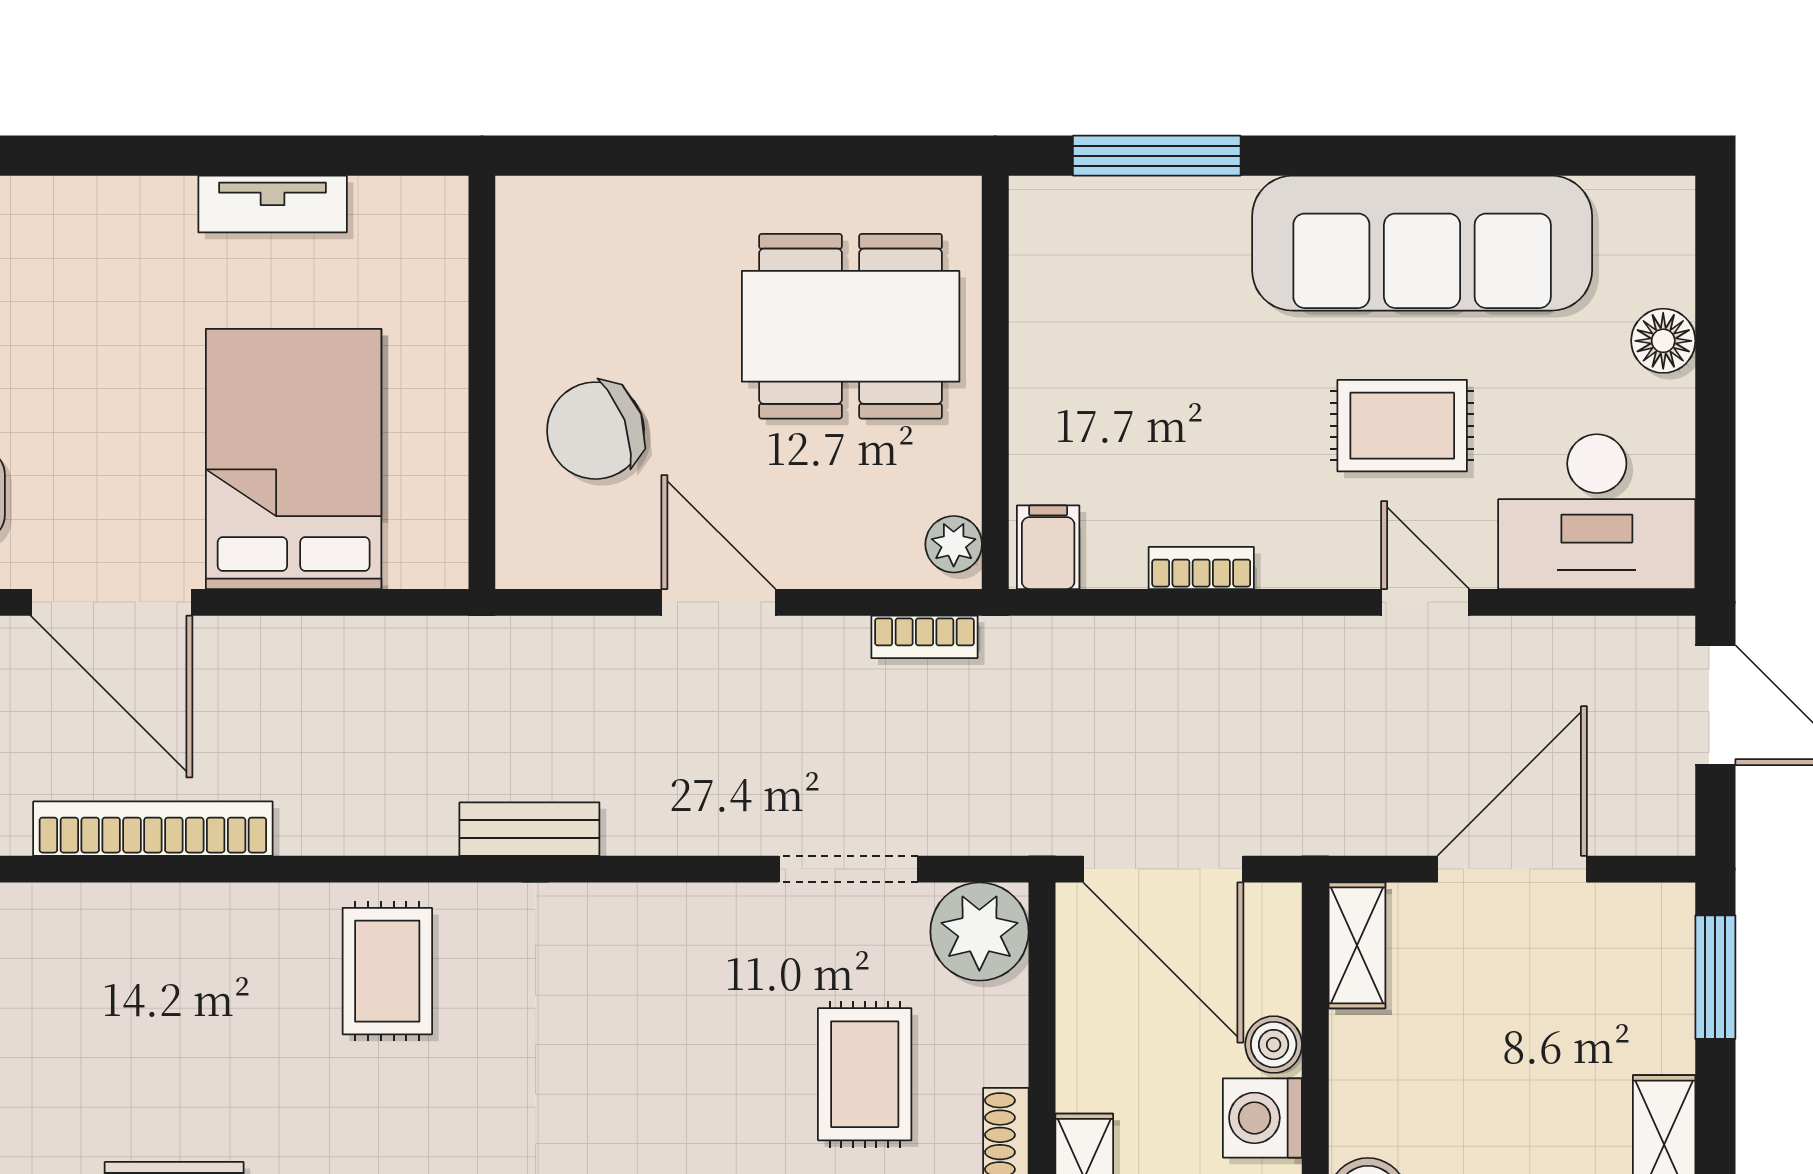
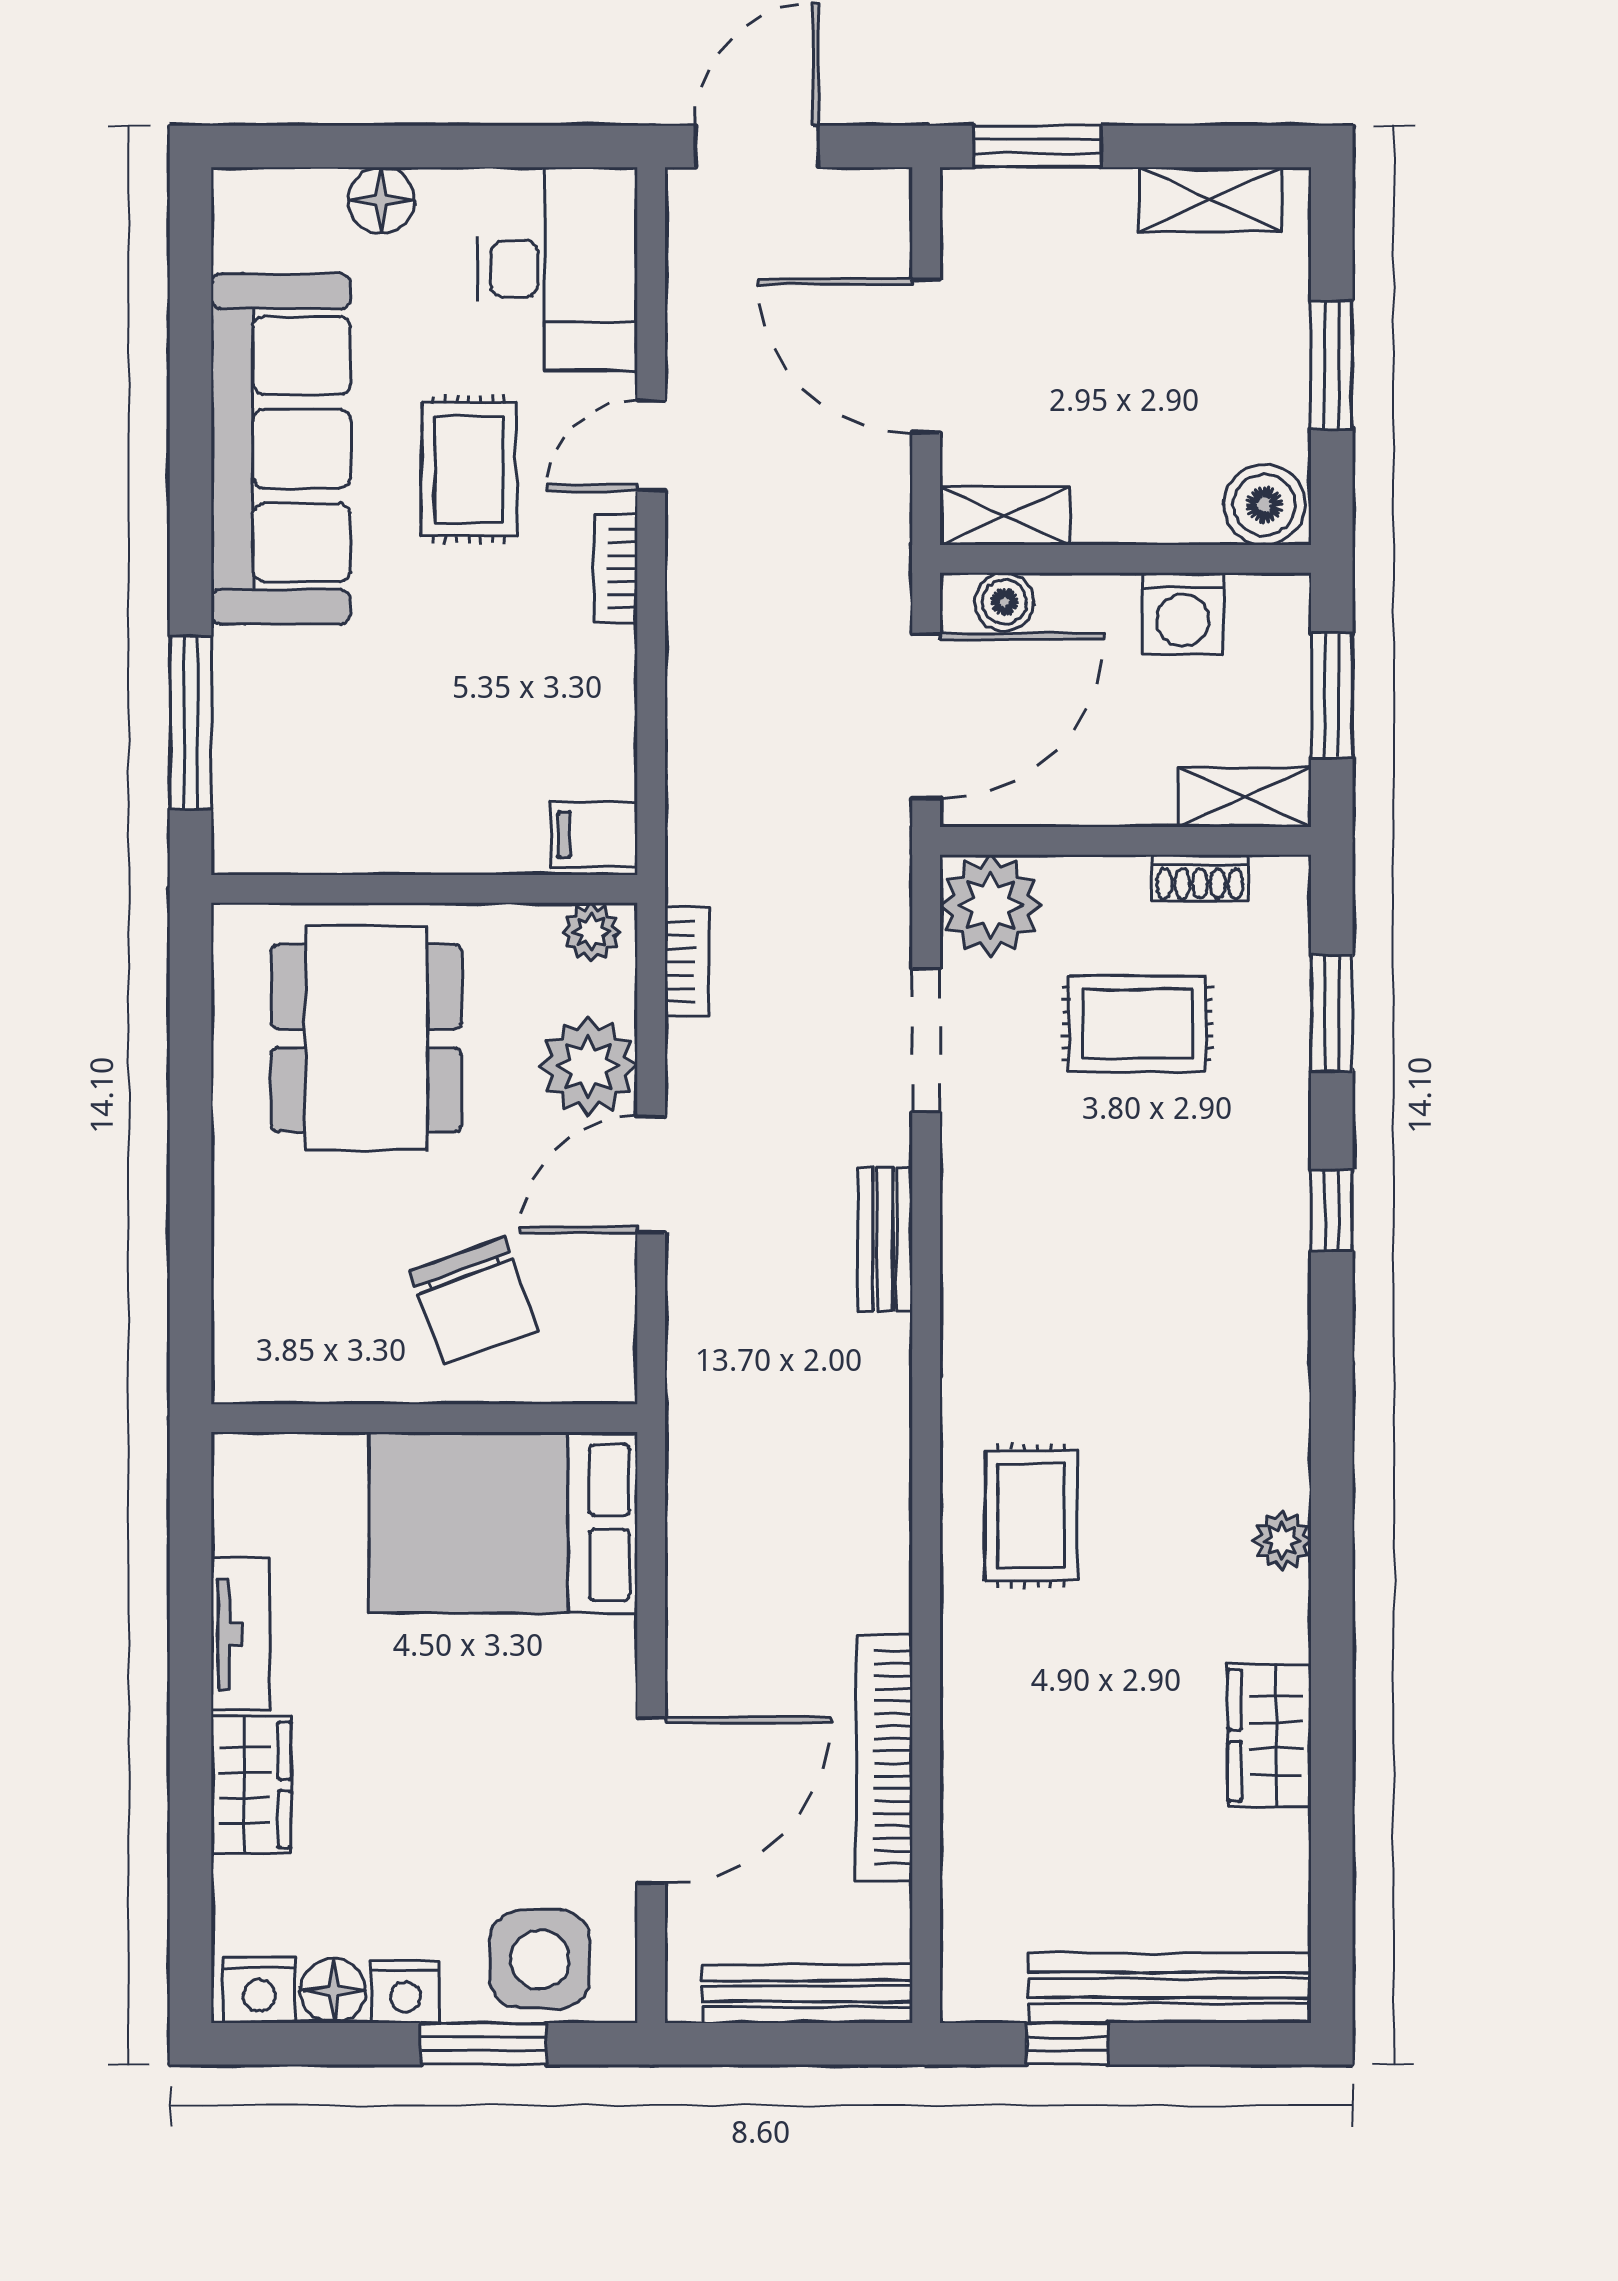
wardrobe: (126, 214) -> (251, 1785), added
bed: (294, 459) -> (503, 1522), moved
plant: (823, 541) -> (588, 1066), added
bookcase: (1201, 568) -> (616, 568), moved
bench: (529, 829) -> (885, 1239), moved
rug: (387, 971) -> (1031, 1516), turned 90
boiler: (1274, 1045) -> (1004, 602), moved

